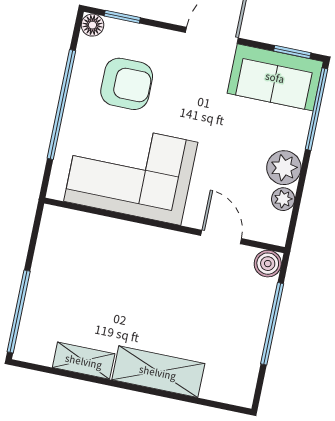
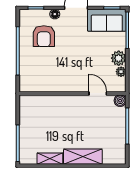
floor lamp: (92, 25) -> (55, 14), moved
armchair: (127, 84) -> (44, 36), turned 90
corner sofa: (131, 172) -> (53, 73), removed

